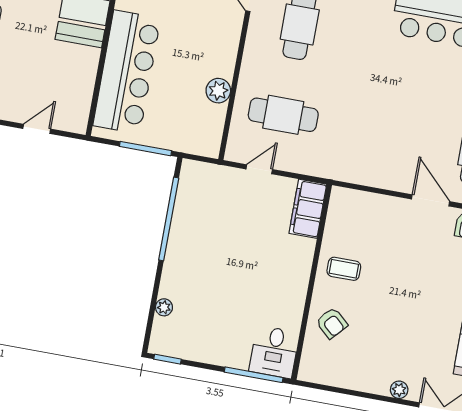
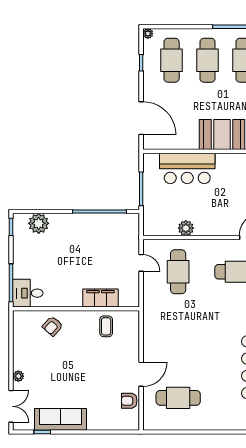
bar counter: (127, 72) -> (187, 168), width x0.73
door: (37, 129) -> (141, 118), width x1.88
filing cabinet: (308, 209) -> (100, 298), moved
coffee table: (344, 269) -> (106, 326), moved
plant: (164, 307) -> (39, 223), width x1.88, depth x1.88

